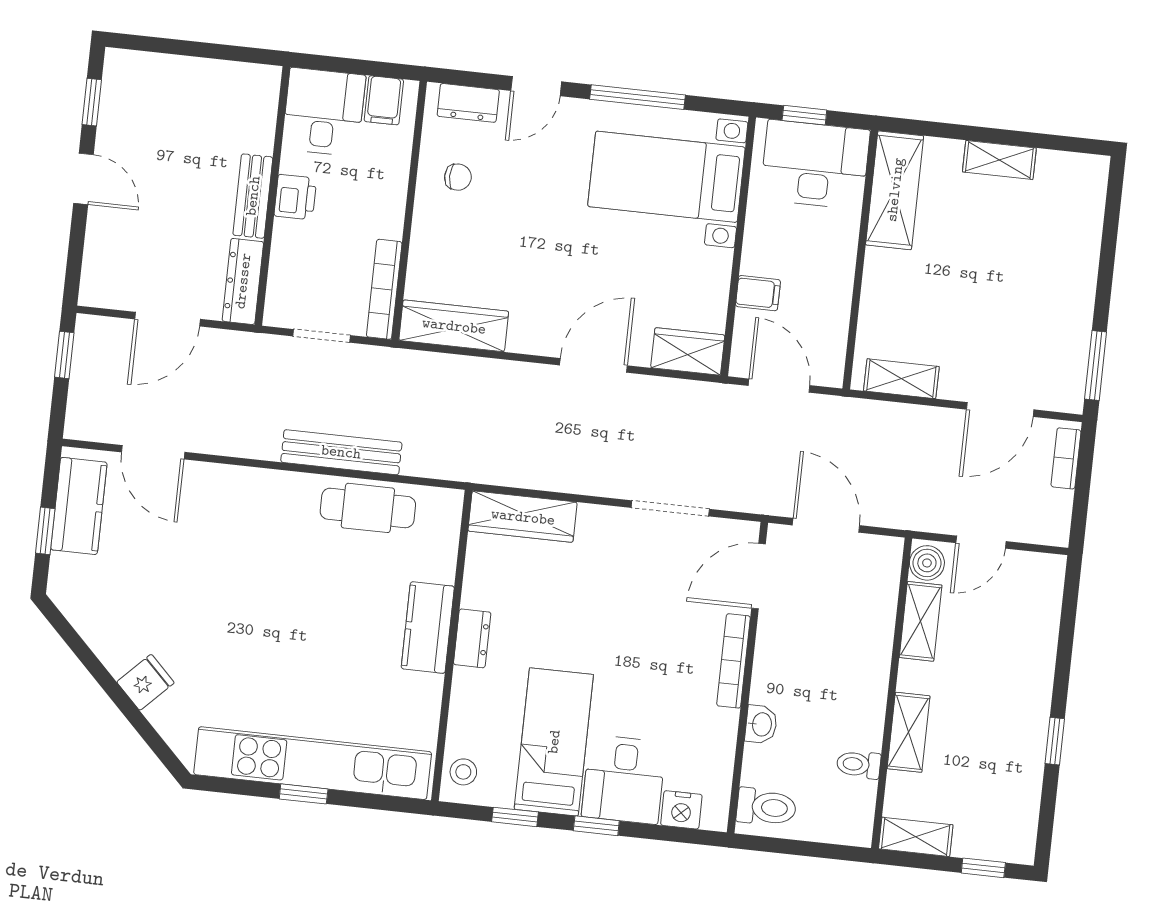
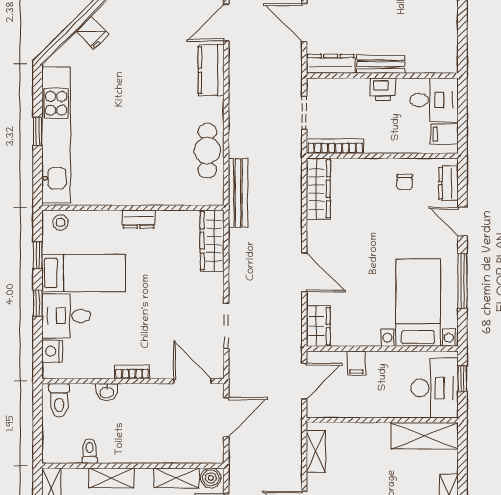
bench: (341, 452) -> (238, 193), moved
kitchen counter: (428, 627) -> (211, 70), moved, turned -90
bookcase: (734, 661) -> (132, 372), width x0.64

